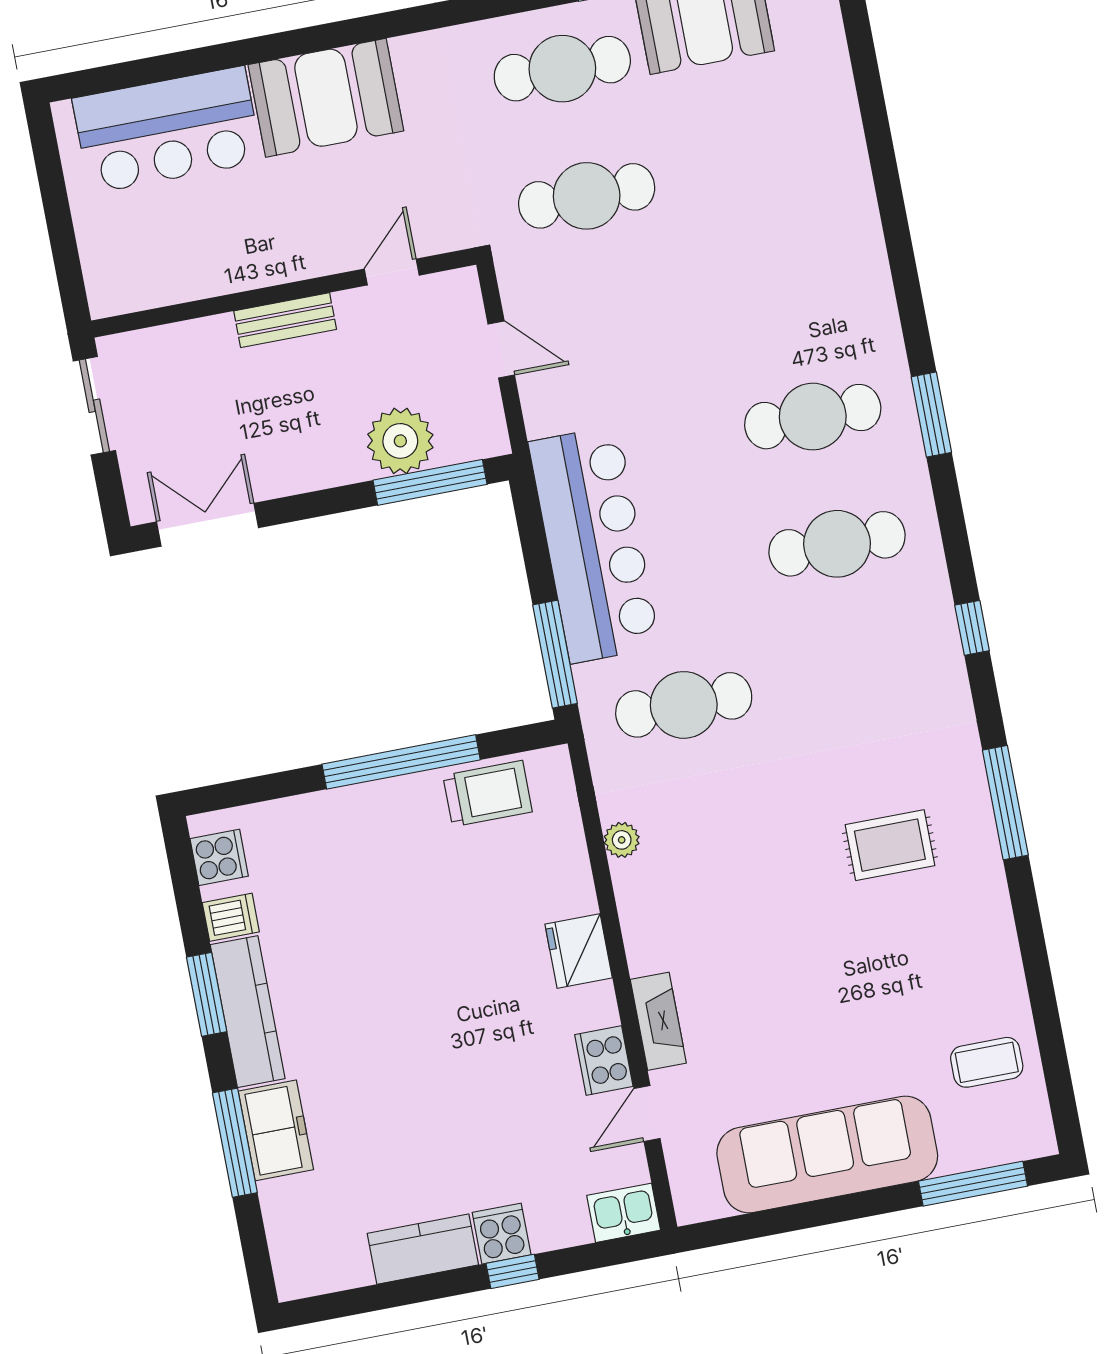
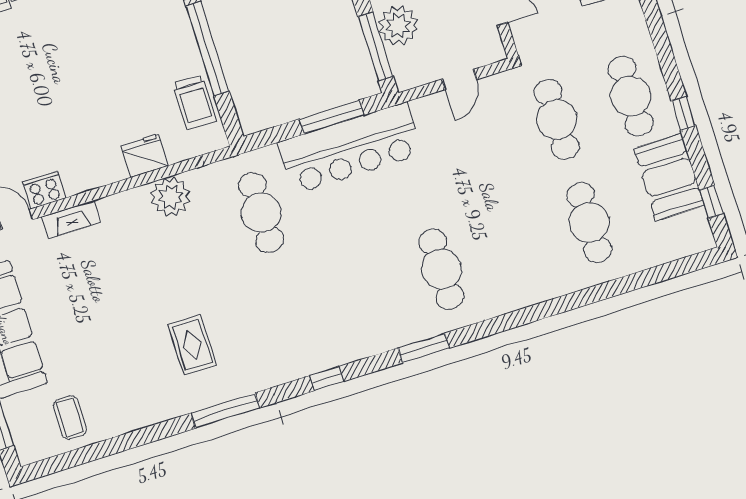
window: (931, 415) -> (424, 348), moved
cafe table: (837, 544) -> (589, 222), moved
window: (555, 654) -> (332, 117), moved
plant: (622, 840) -> (170, 197), width x1.87, depth x1.87
fridge: (579, 951) -> (145, 156), moved

